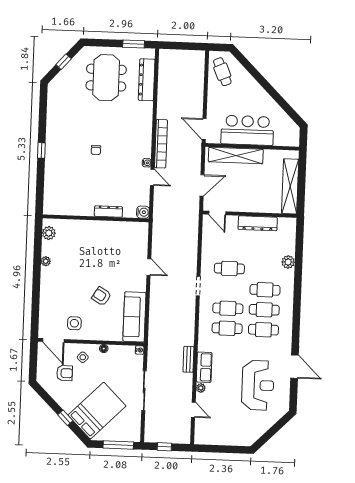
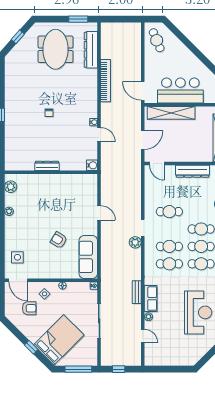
bookcase: (161, 144) -> (106, 81), moved
dresser: (108, 212) -> (47, 166), moved
plant: (189, 302) -> (135, 242), added
side table: (74, 323) -> (17, 257), moved

